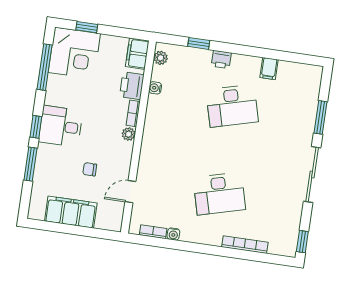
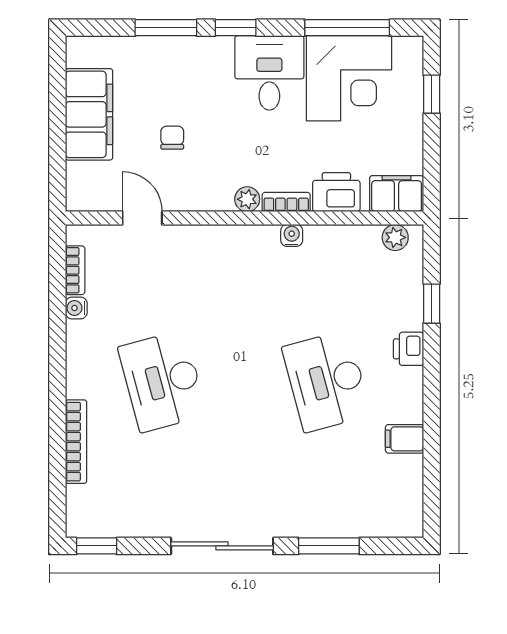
corner desk: (74, 53) -> (349, 78), moved, turned -90
water cooler: (155, 88) -> (292, 235), moved
desk: (61, 126) -> (269, 73), moved

